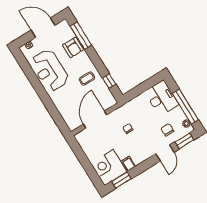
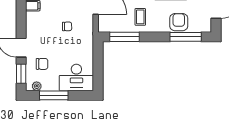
armchair: (73, 47) -> (179, 22), turned 90
window: (109, 81) -> (124, 37), width x2.17
window: (185, 107) -> (54, 95), width x0.68

